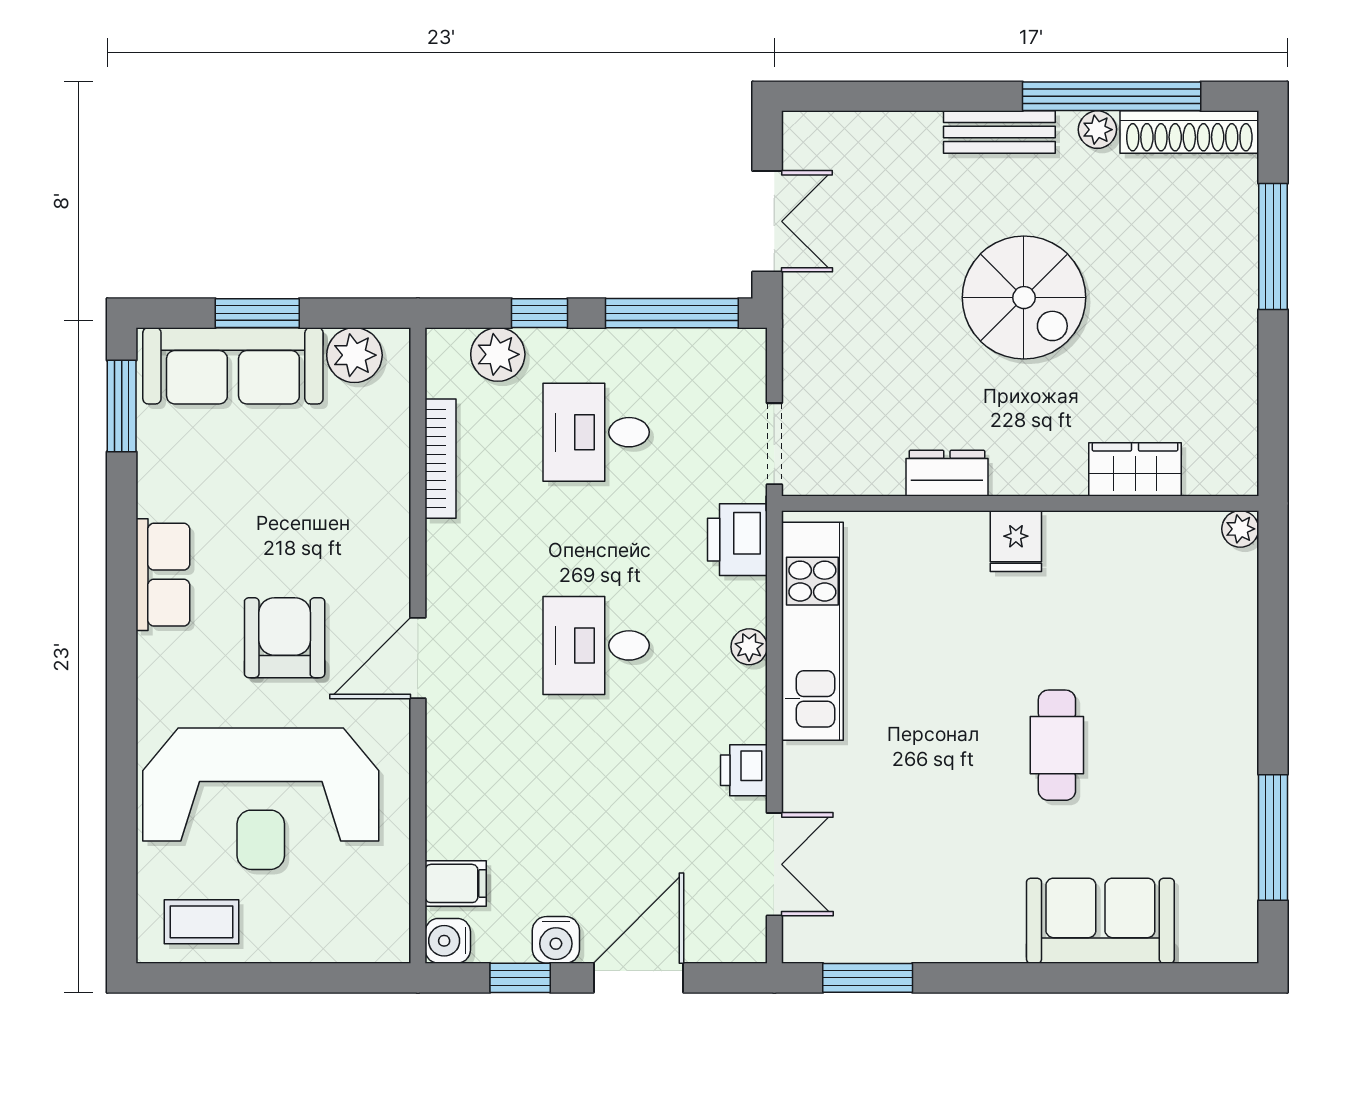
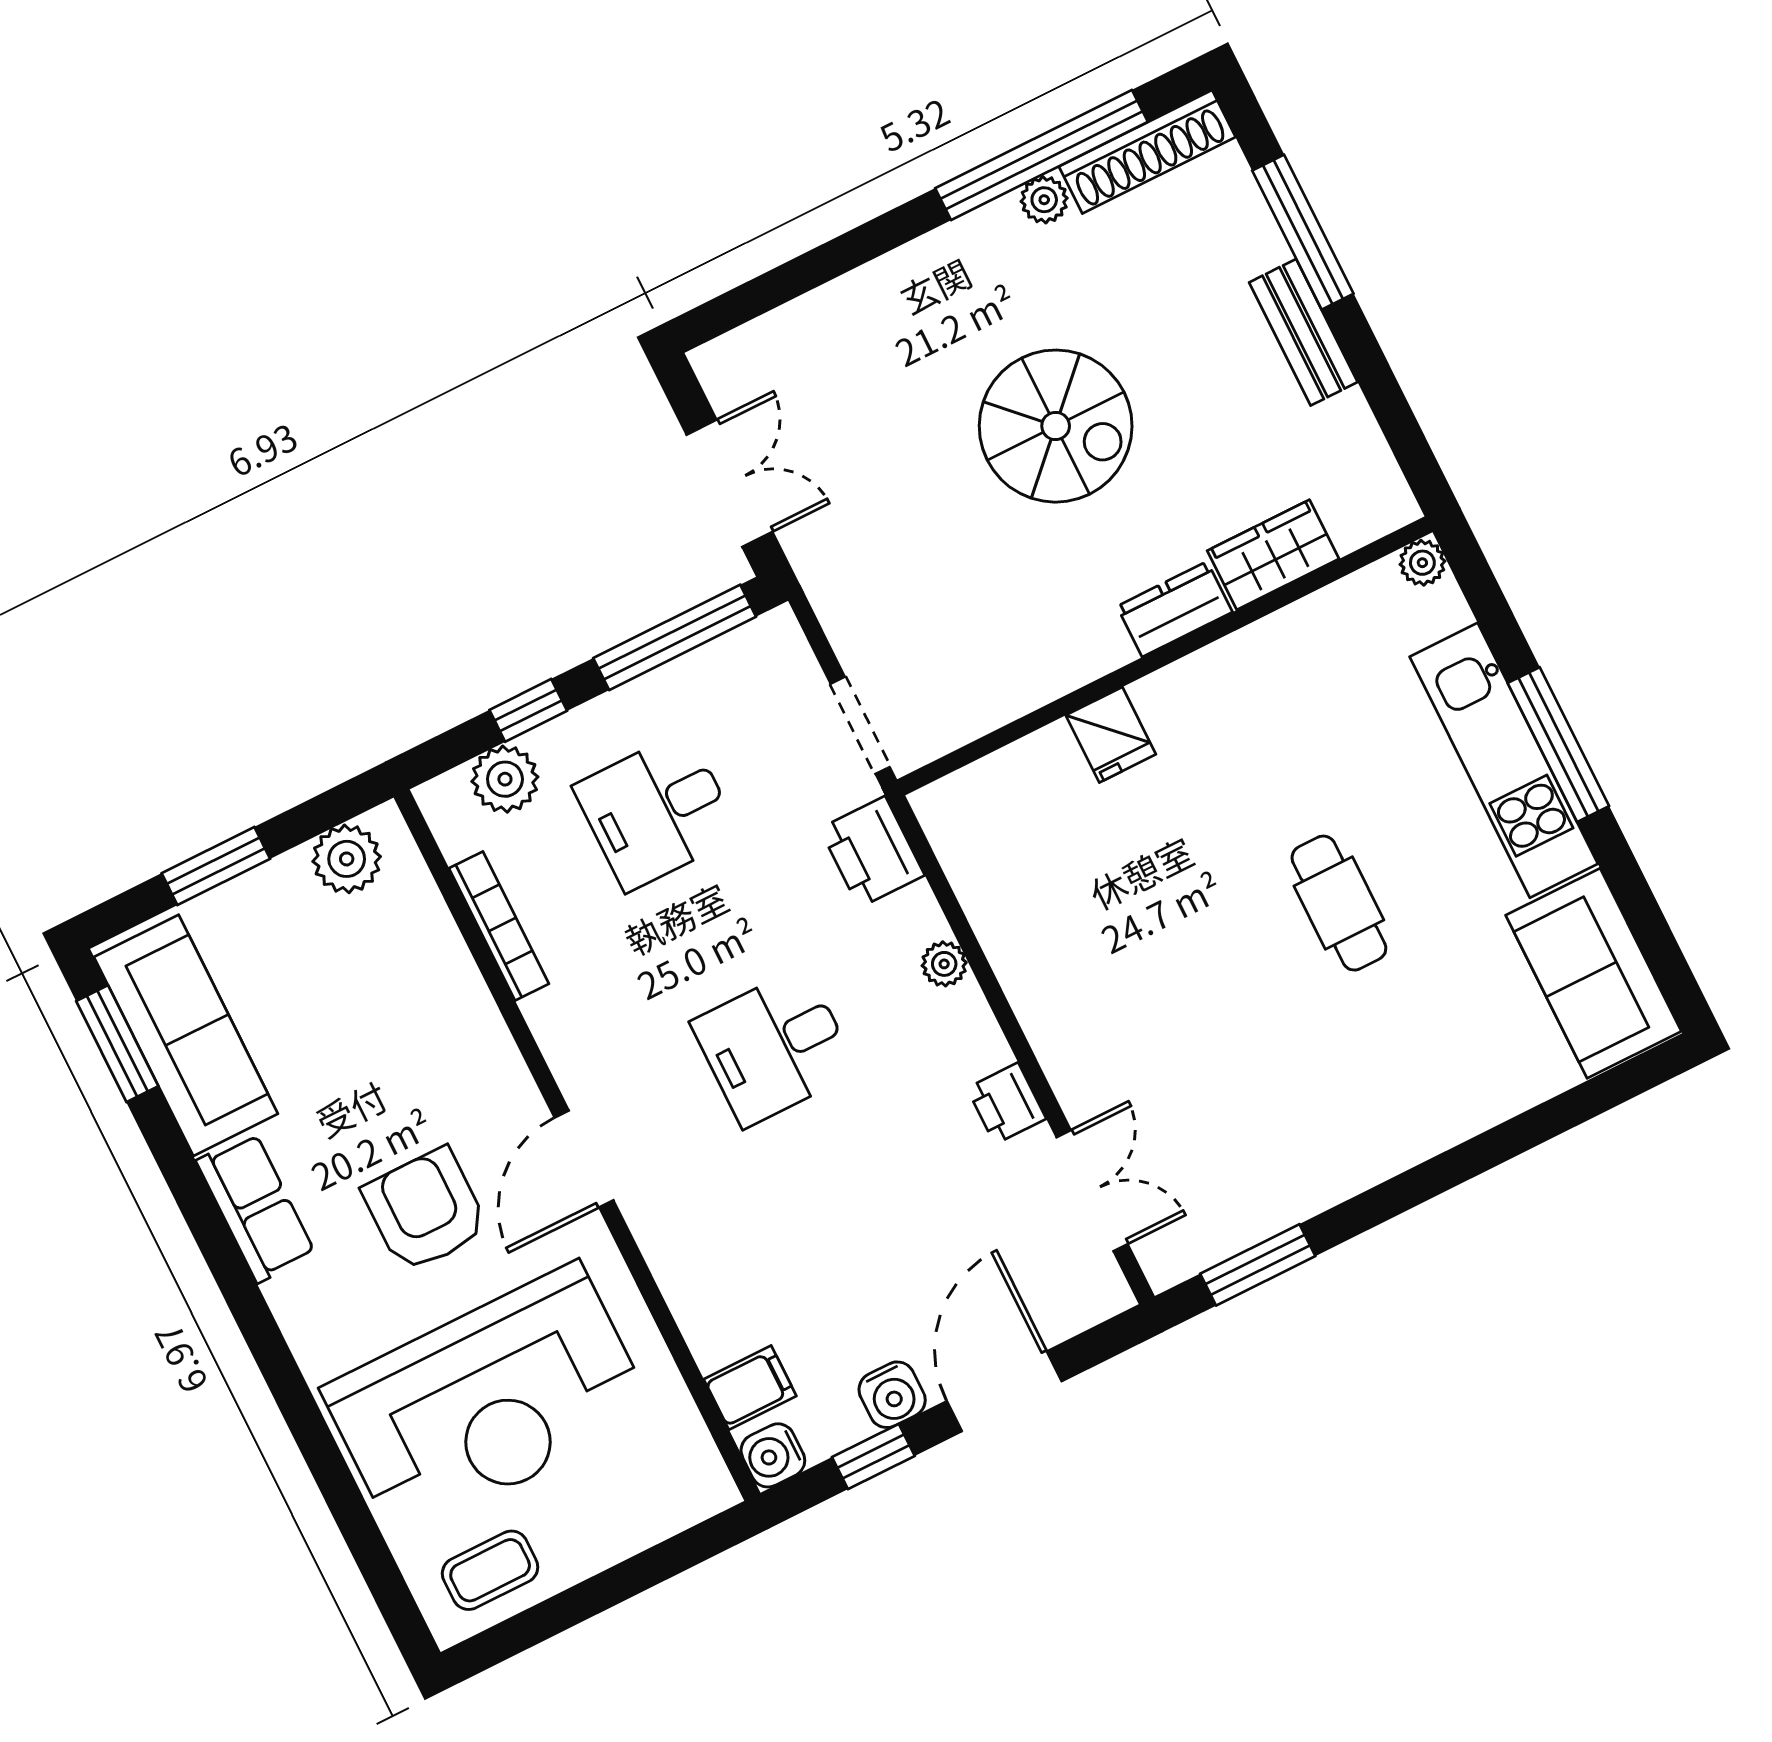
bench: (999, 132) -> (1303, 332), moved, turned 90
sofa: (233, 366) -> (186, 1035), moved, turned -90
dresser: (947, 473) -> (1175, 609), moved
fridge: (1016, 541) -> (1111, 735), moved
kitchen unit: (812, 631) -> (1504, 760), moved, turned 180
window: (1273, 837) -> (1558, 745), moved
sofa: (1100, 921) -> (1594, 973), moved, turned -90

